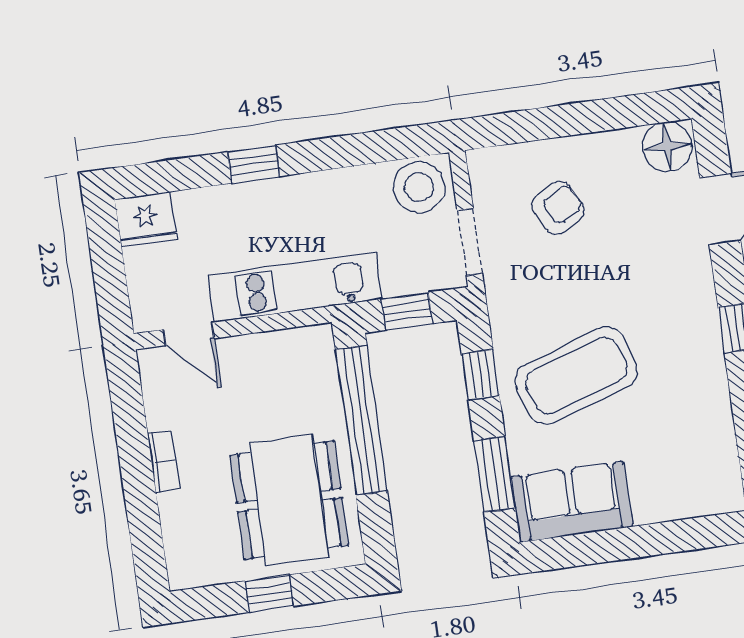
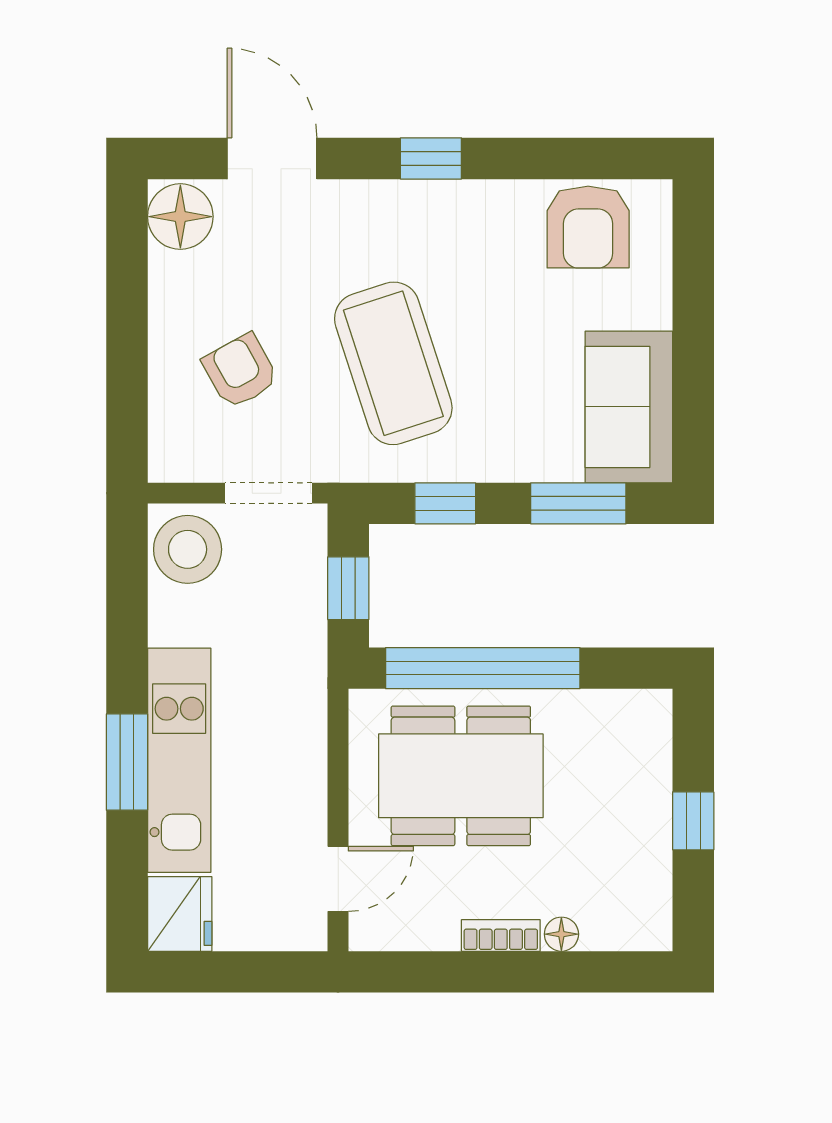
window: (254, 164) -> (127, 762), width x1.50
kitchen unit: (295, 287) -> (179, 760), moved, turned 180
coffee table: (576, 376) -> (393, 363), moved
armchair: (702, 453) -> (588, 227), added
dining table: (289, 500) -> (461, 776), moved
floor lamp: (171, 507) -> (561, 934), added

